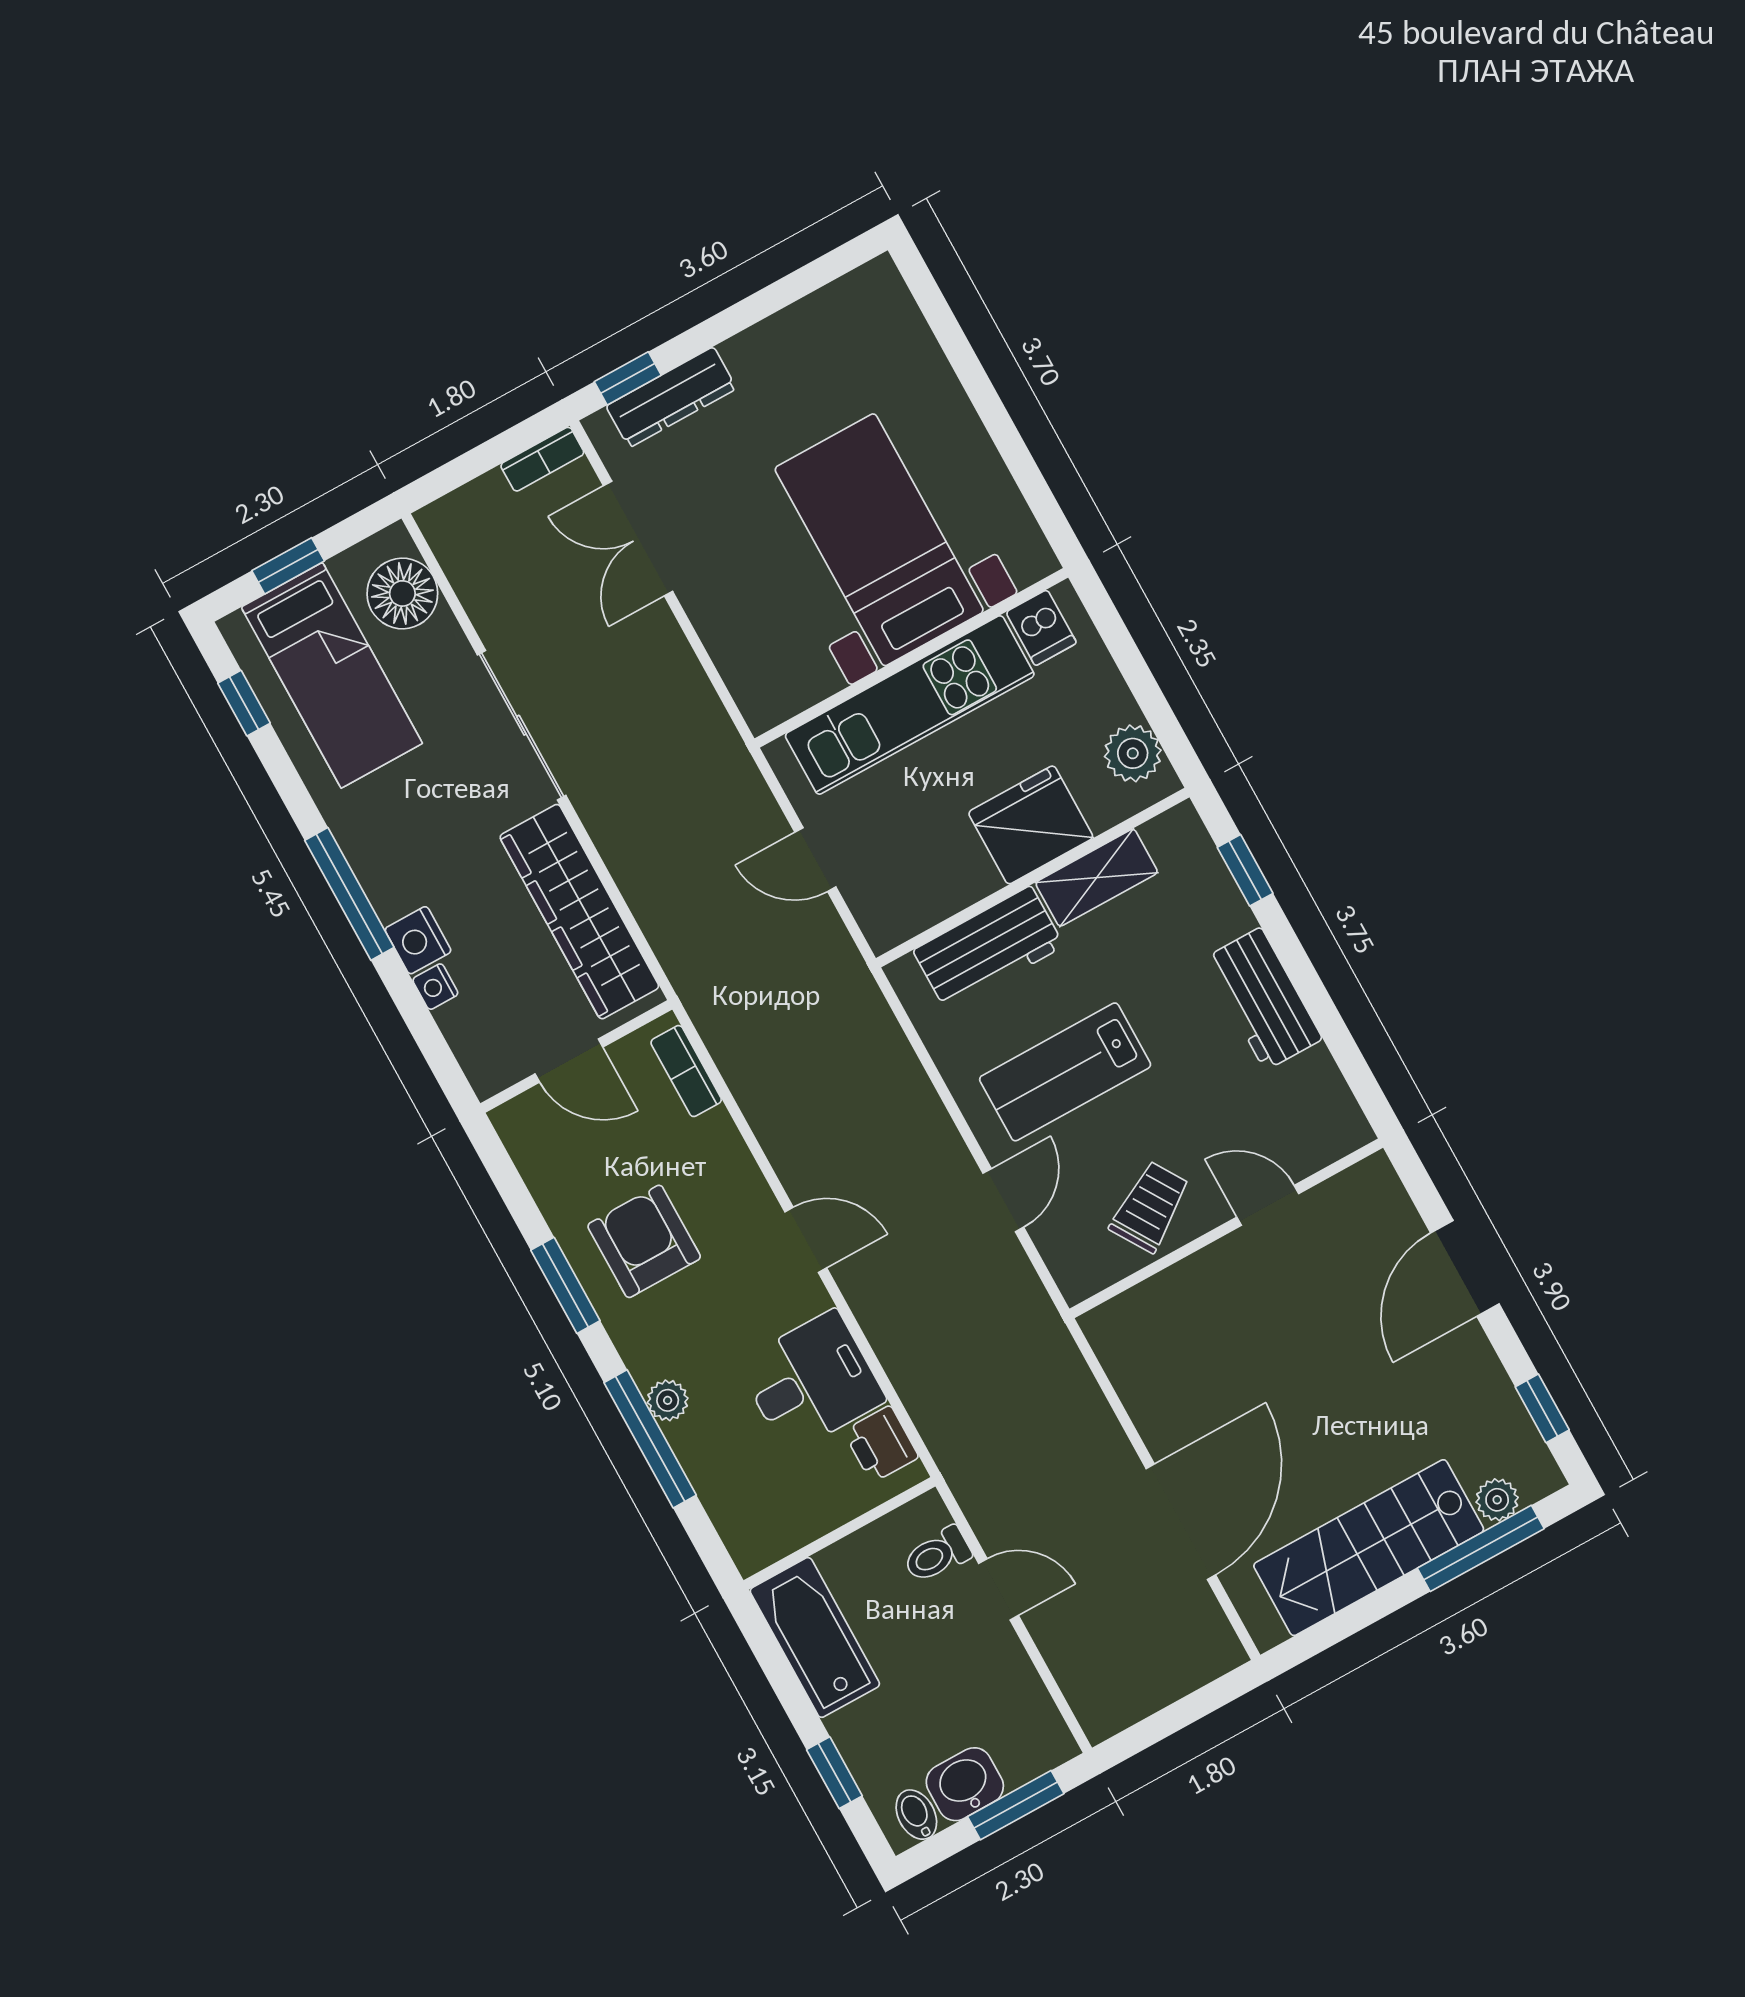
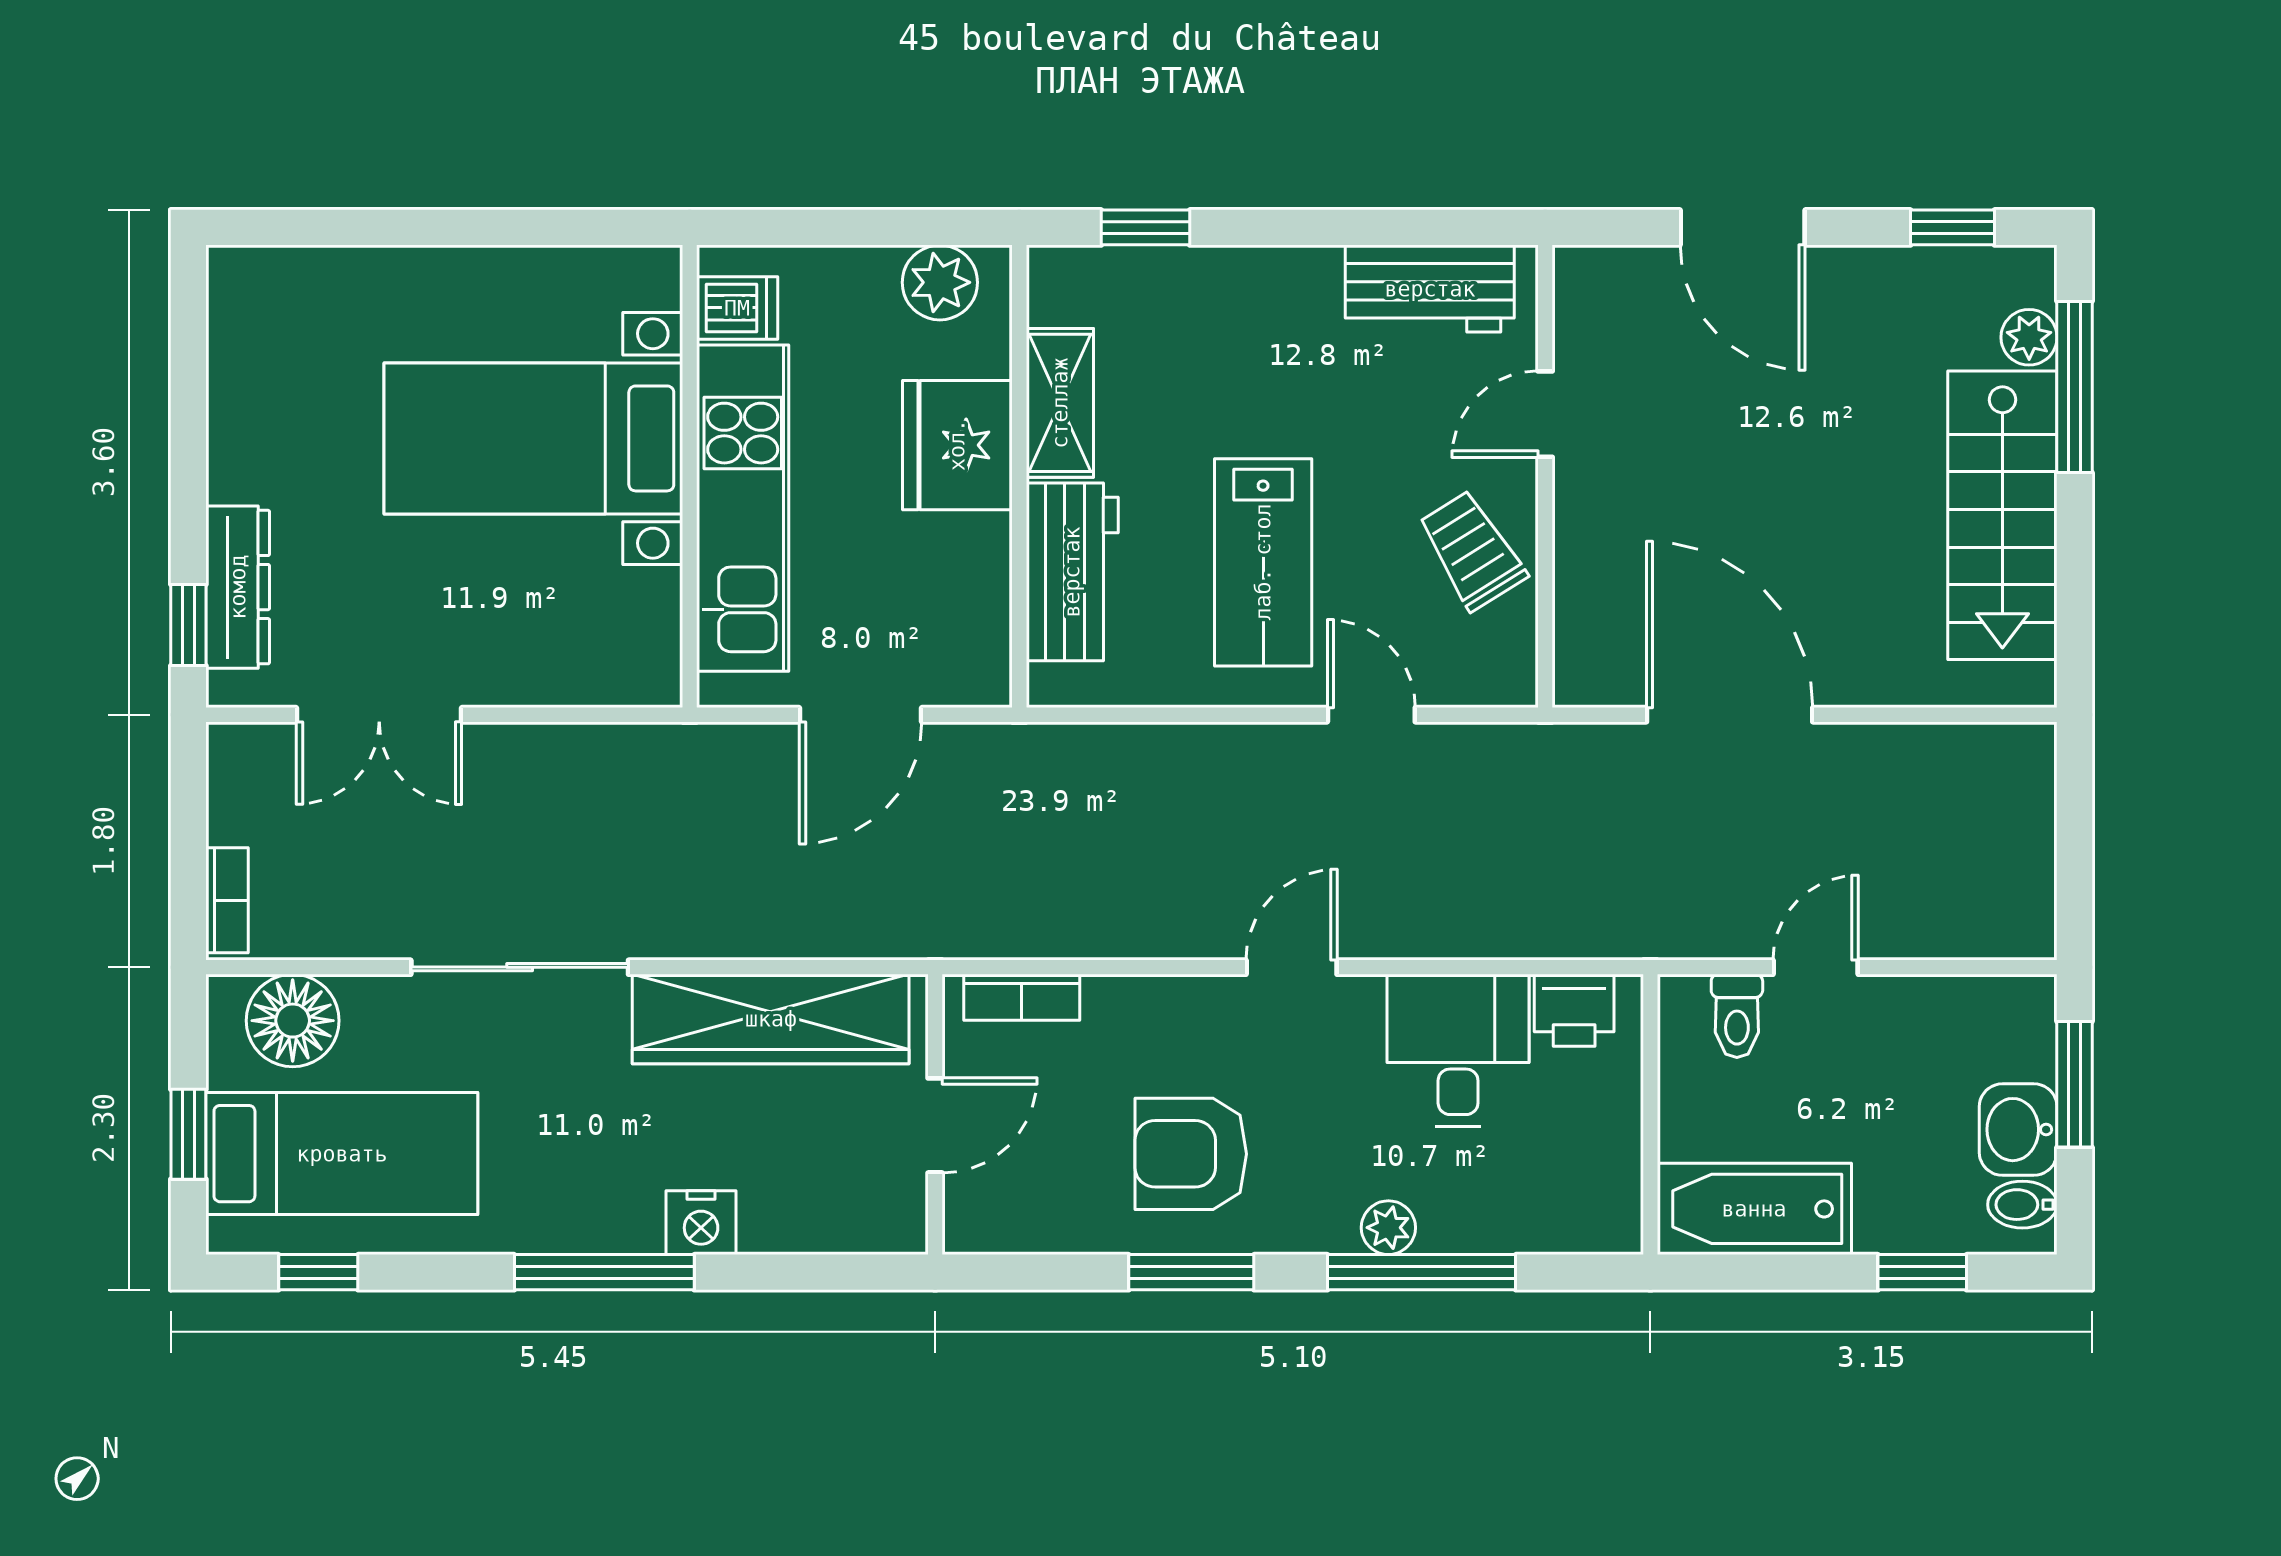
bookcase: (542, 459) -> (227, 900), moved
door: (815, 860) -> (860, 715), width x1.38
nightstand: (435, 987) -> (765, 1232), removed
workbench: (1263, 999) -> (1430, 289), moved
door: (1181, 1522) -> (1730, 715), moved

